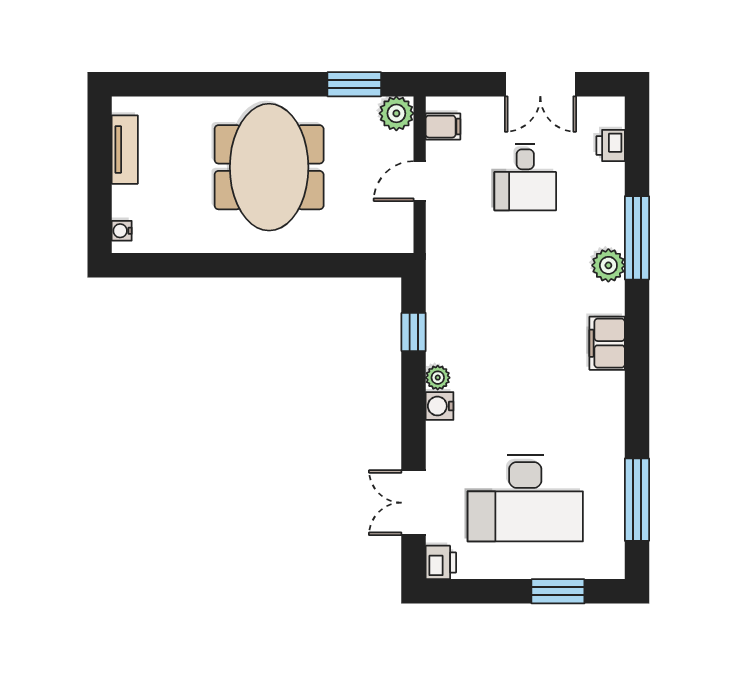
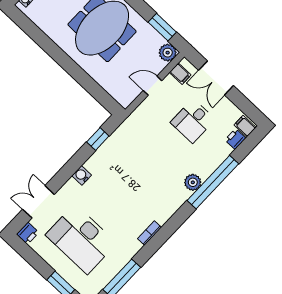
double door: (540, 84) -> (216, 78), moved
window: (637, 238) -> (213, 182), width x1.46
filing cabinet: (607, 343) -> (245, 126), moved, width x0.50
plant: (438, 378) -> (91, 164), removed
bookcase: (615, 397) -> (149, 233), added

